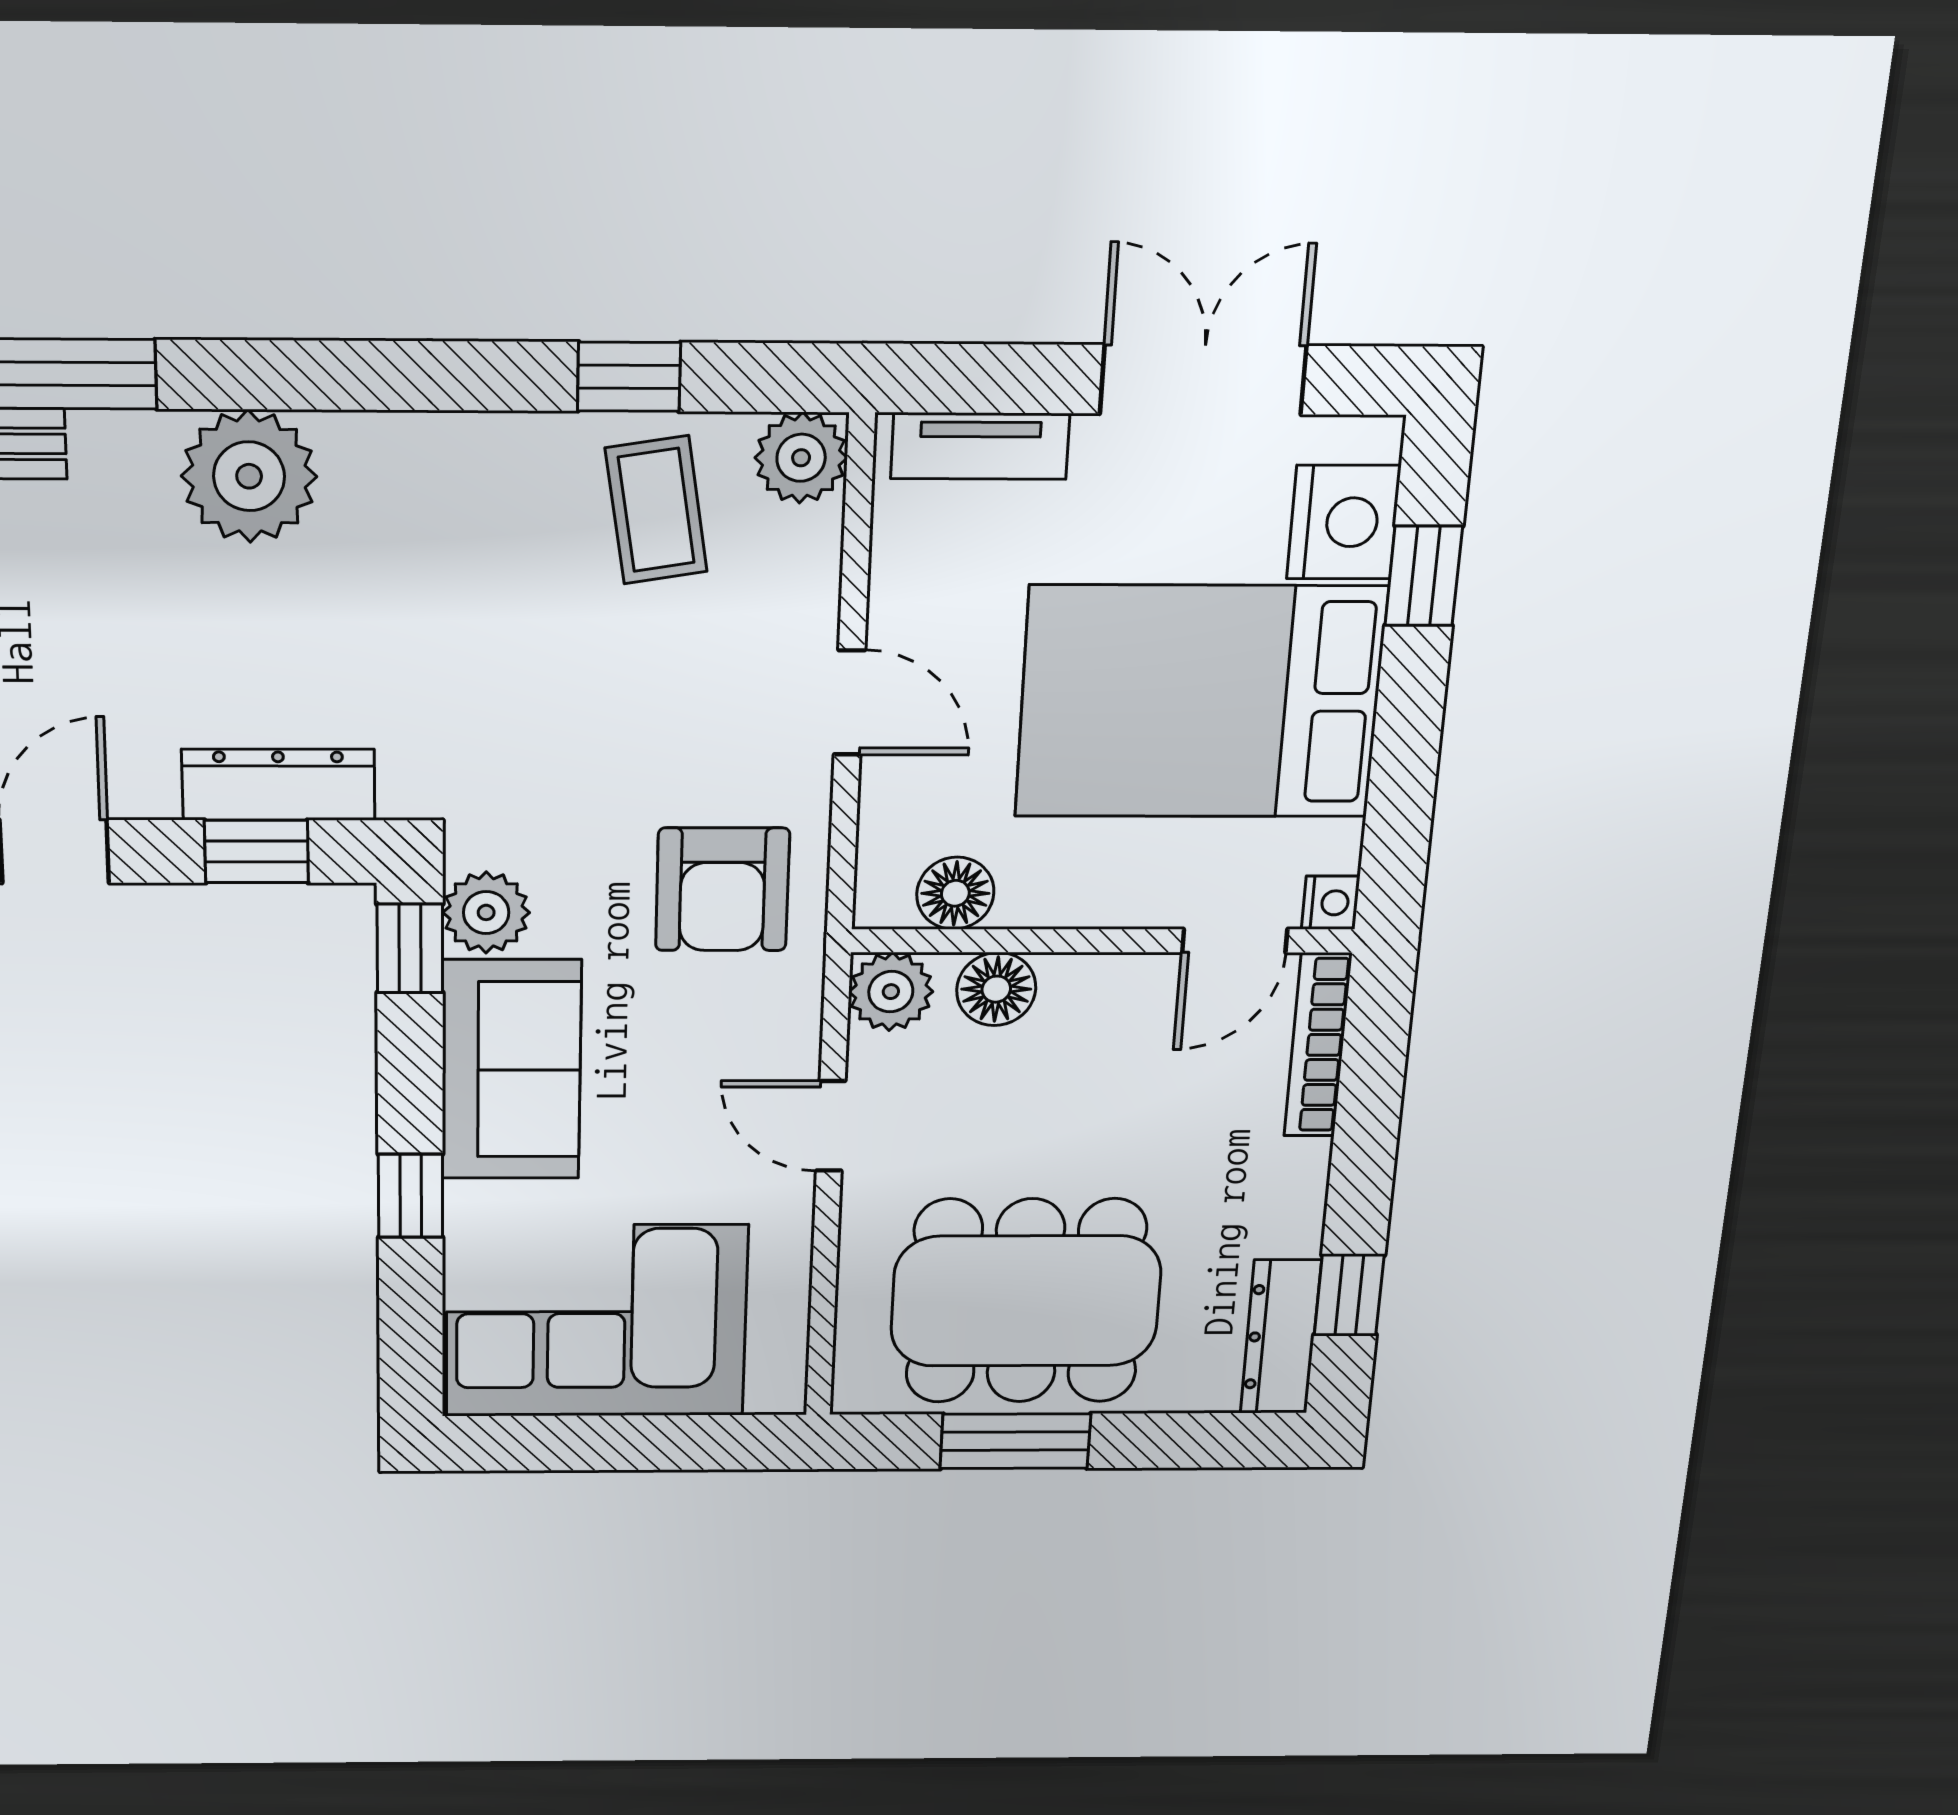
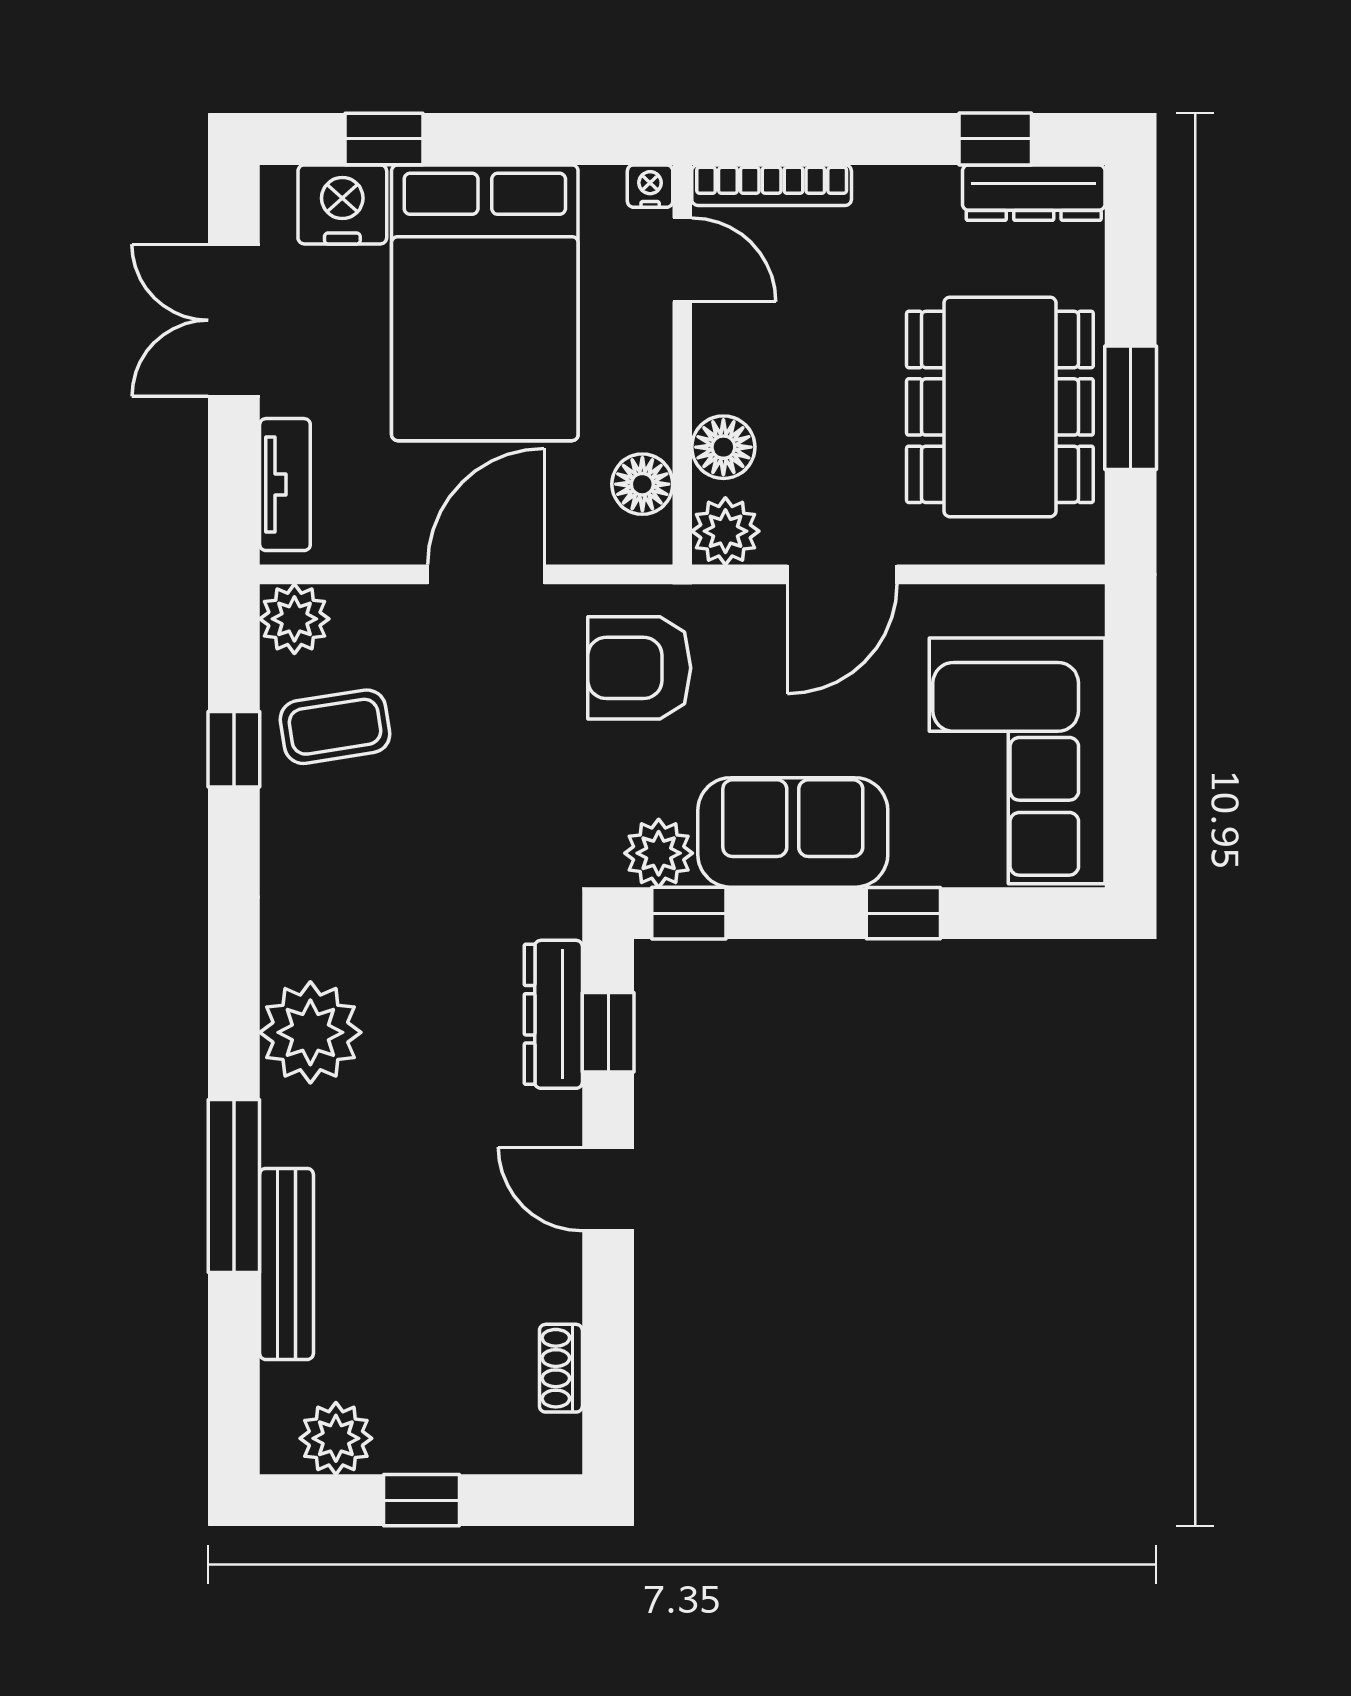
door: (849, 703) -> (486, 574), width x1.38
armchair: (722, 889) -> (639, 668), turned 180
door: (831, 1126) -> (842, 574), width x1.38

